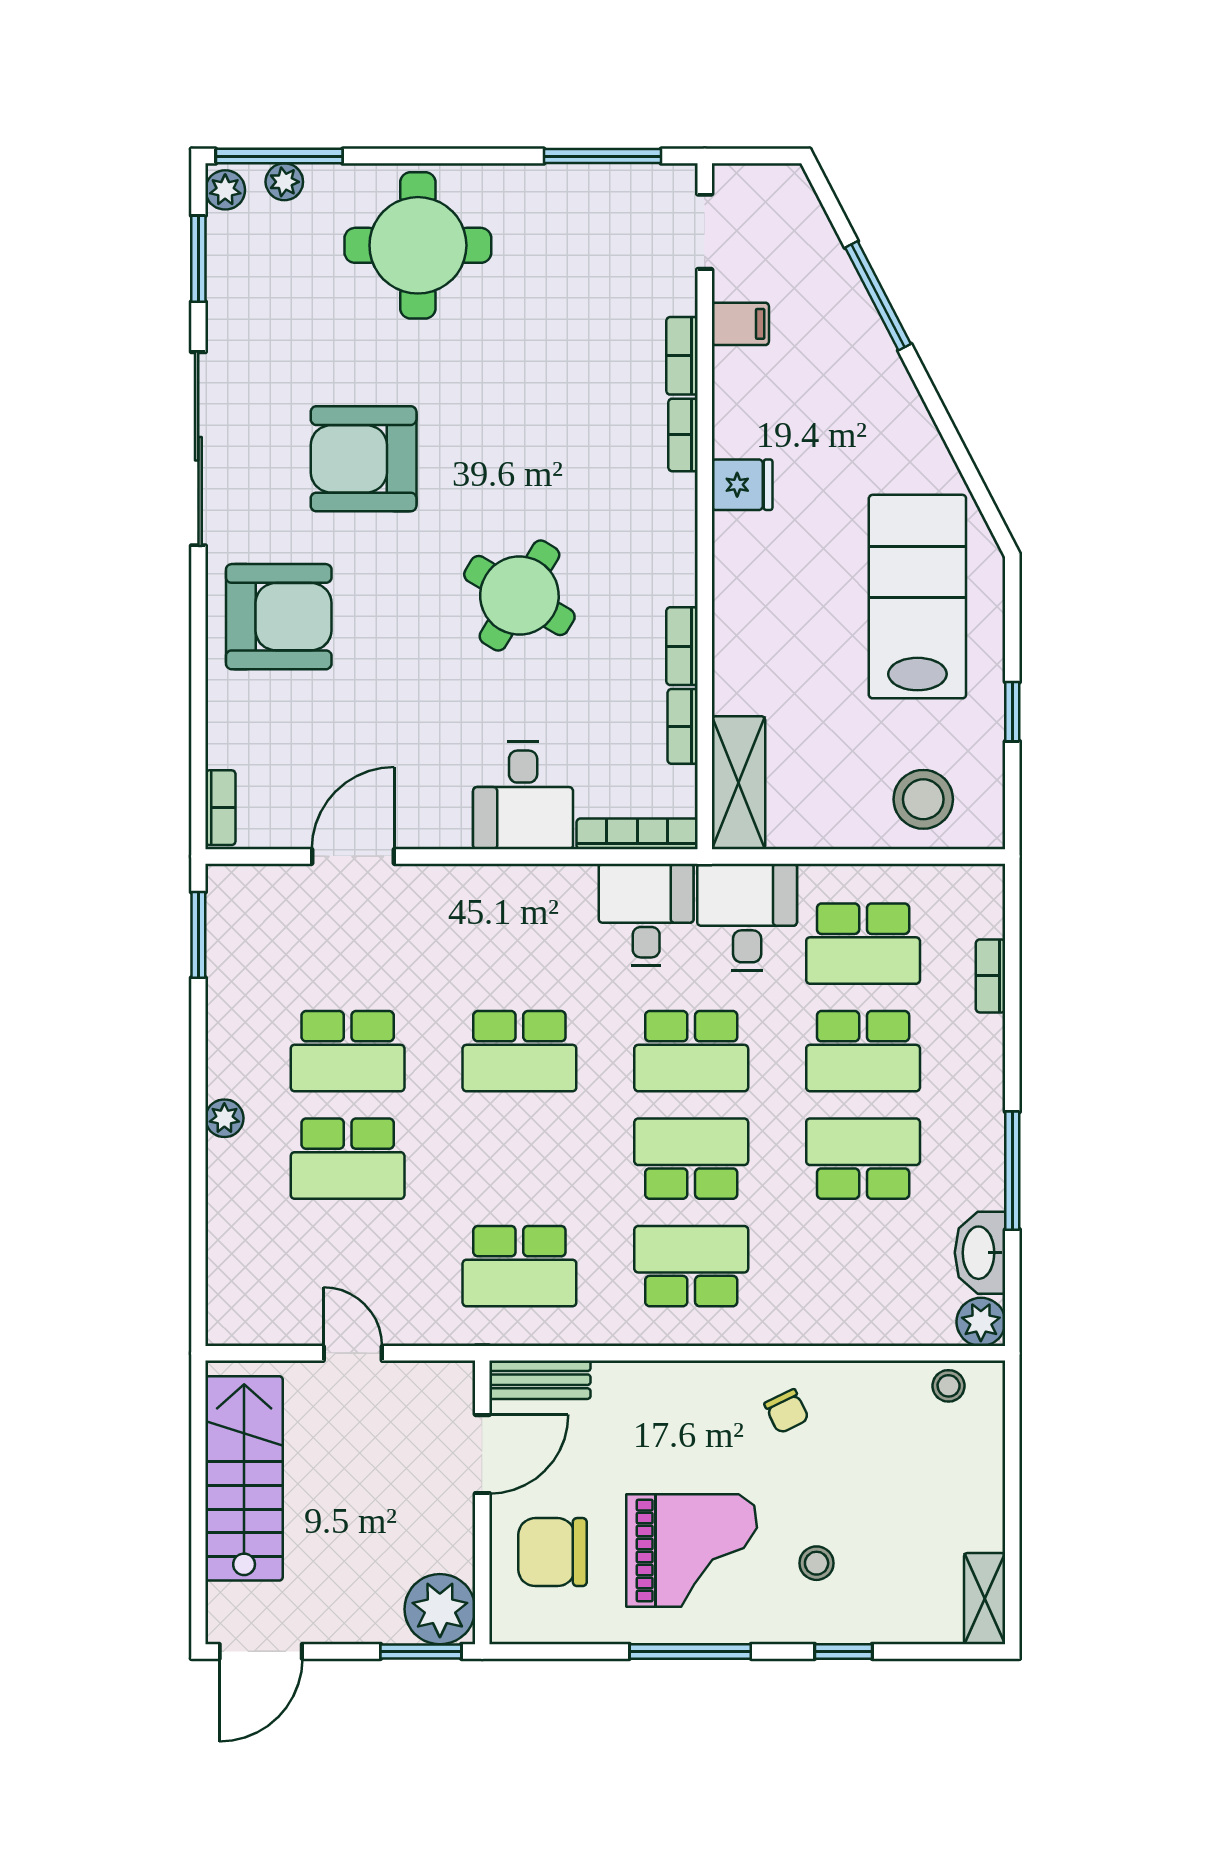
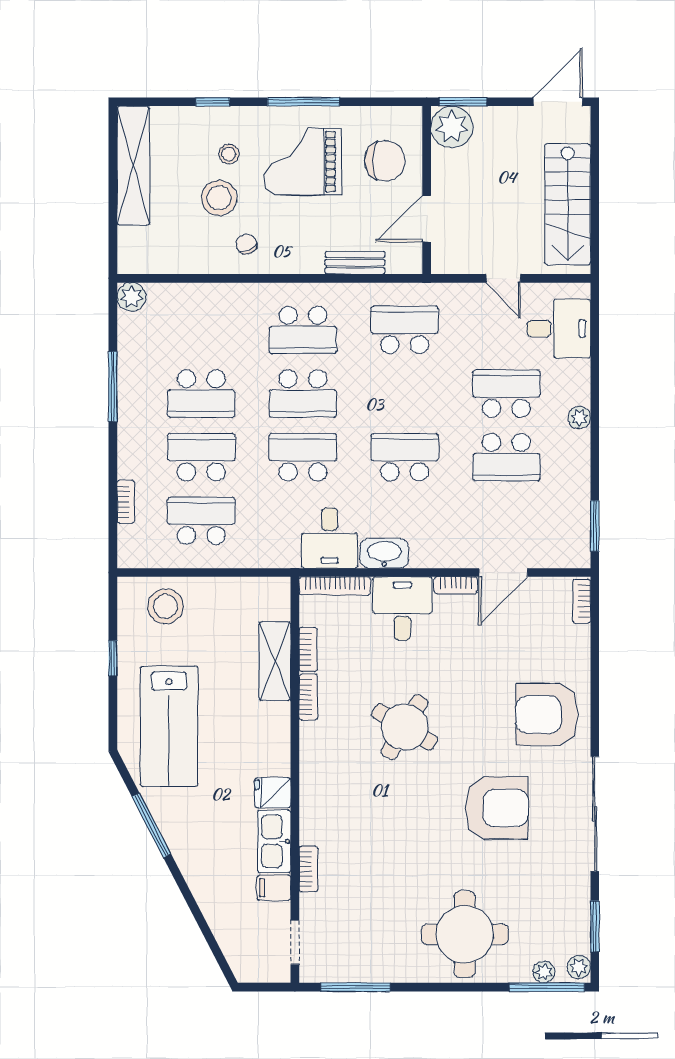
window: (878, 296) -> (151, 825), moved
kitchen sink: (740, 402) -> (274, 841), added
bookcase: (683, 435) -> (456, 585), moved, turned 90
shelving: (738, 783) -> (275, 661), moved
desk: (747, 917) -> (559, 329), moved, turned -90
school desk: (348, 1051) -> (506, 457), turned 180
washbasin: (980, 1253) -> (384, 553), moved, turned -90
bench: (540, 1380) -> (355, 263), moved
stool: (949, 1386) -> (219, 198), moved, width x1.89, depth x1.89
shelving: (985, 1599) -> (133, 166), width x2.20, depth x1.33

